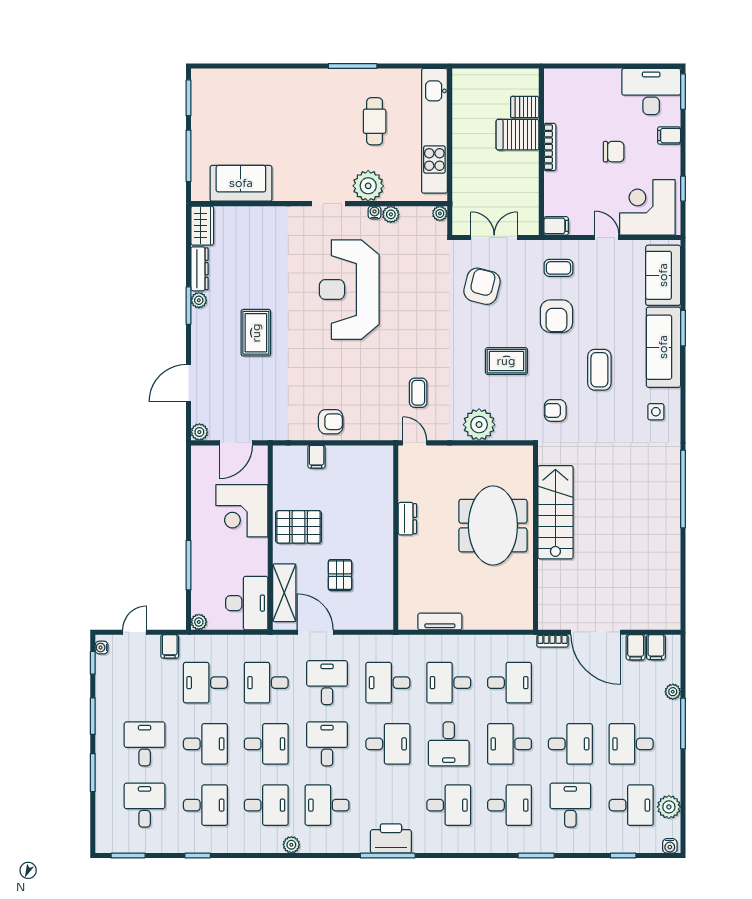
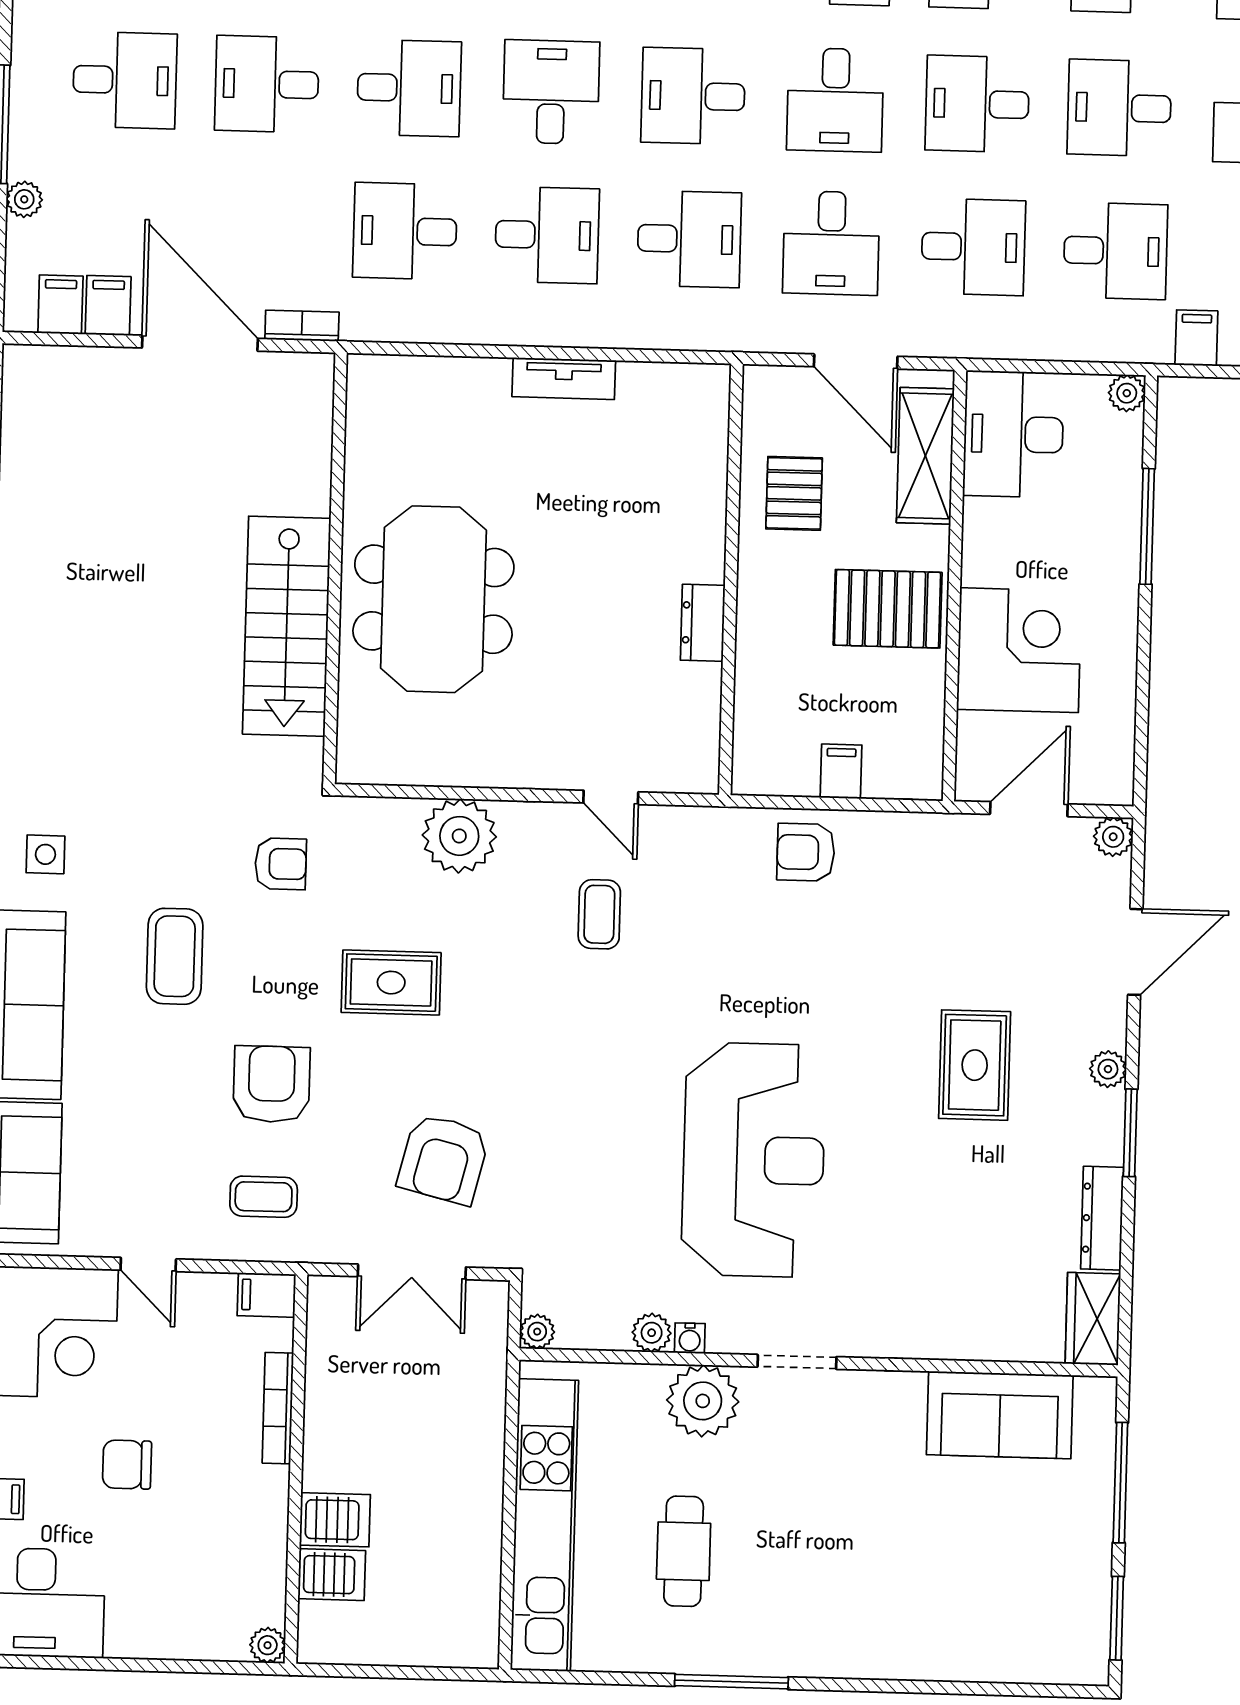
plant: (551, 76) -> (268, 1645), added
server rack: (518, 135) -> (335, 1520), width x0.73, depth x0.70
bookcase: (550, 147) -> (278, 1408), moved
plant: (199, 300) -> (1108, 1069), moved
dresser: (407, 519) -> (703, 623), moved
wall: (396, 538) -> (731, 579), moved

